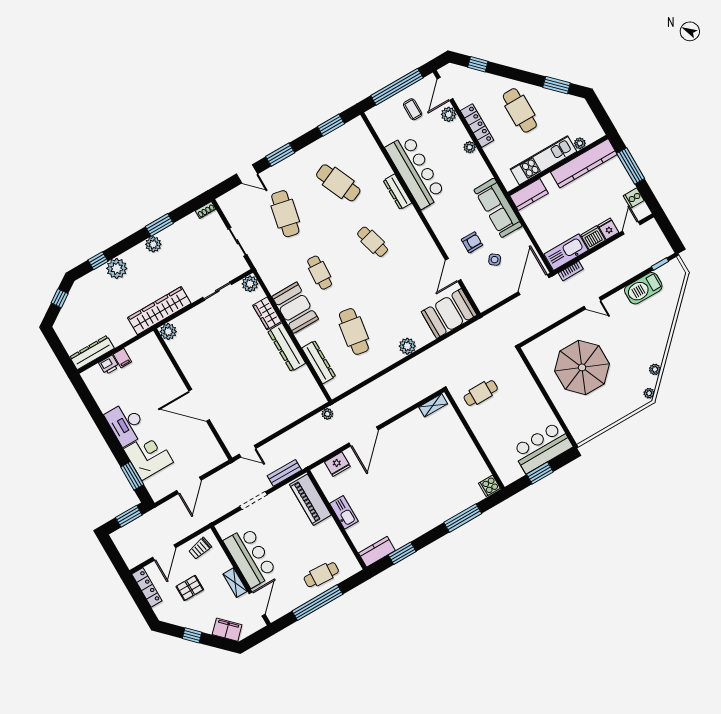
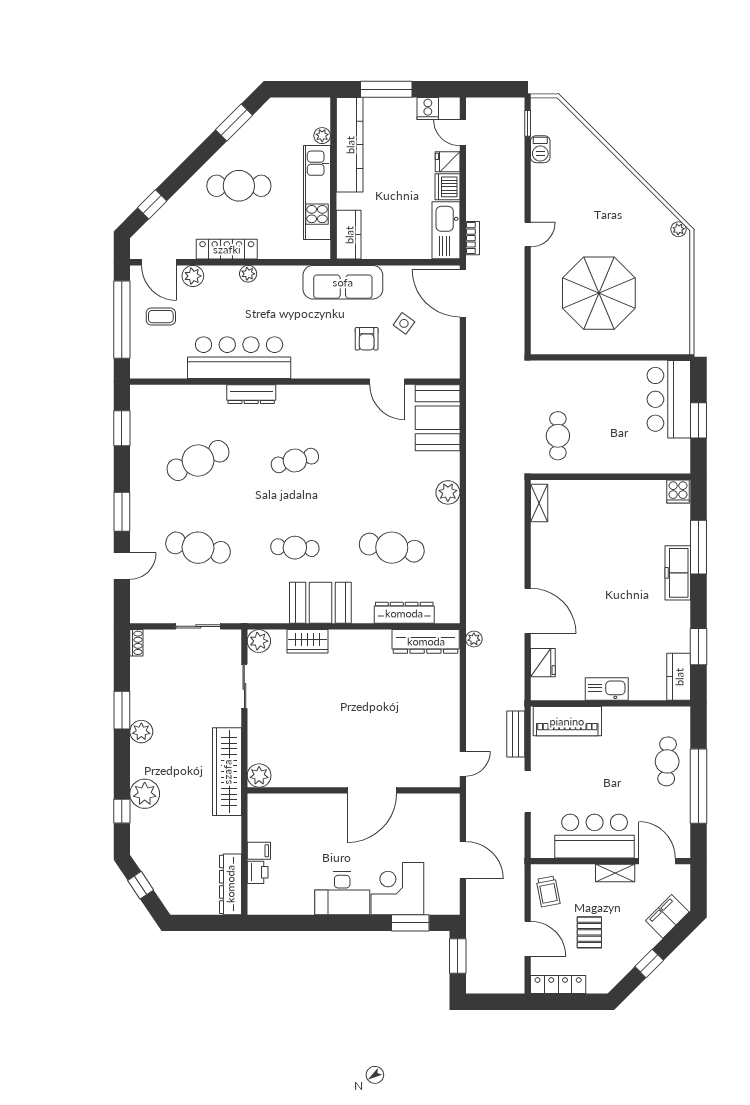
armchair: (472, 242) -> (367, 339), turned 180
barbecue: (643, 288) -> (540, 149), width x0.53, depth x0.65
dresser: (287, 347) -> (426, 641), moved
plant: (655, 369) -> (653, 205), removed
freezer: (440, 514) -> (678, 573), added

